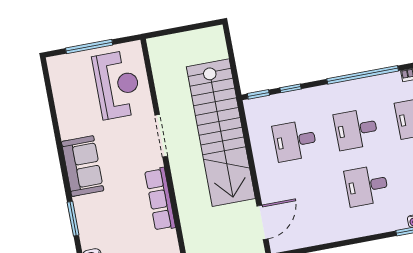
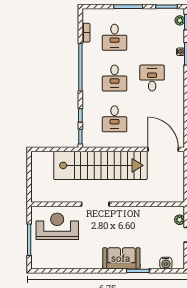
sofa: (83, 166) -> (121, 258), moved
desk: (367, 186) -> (152, 78), turned 180
row of seats: (160, 199) -> (136, 213), removed
door: (262, 222) -> (163, 149), width x1.36

